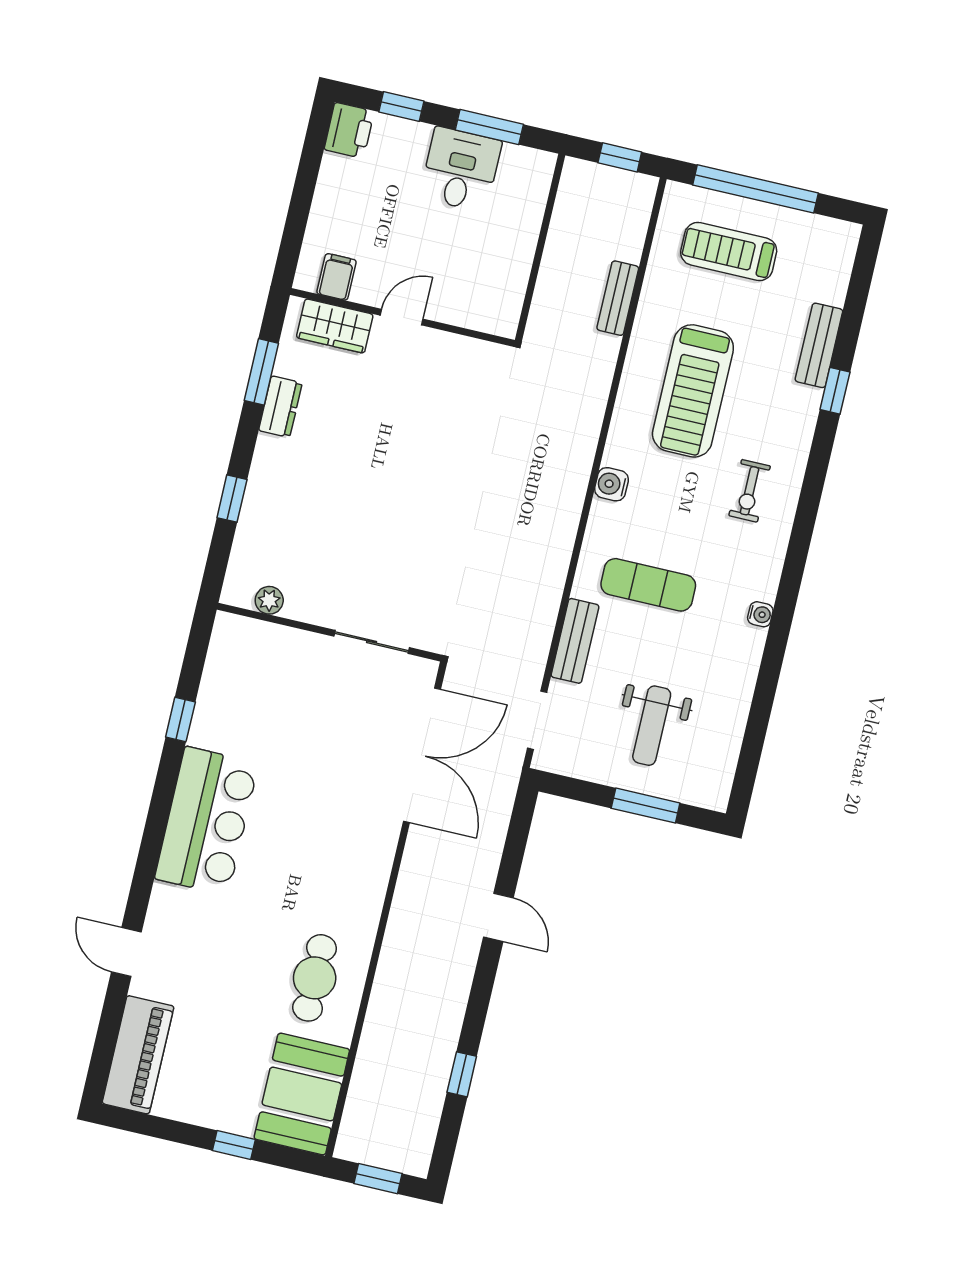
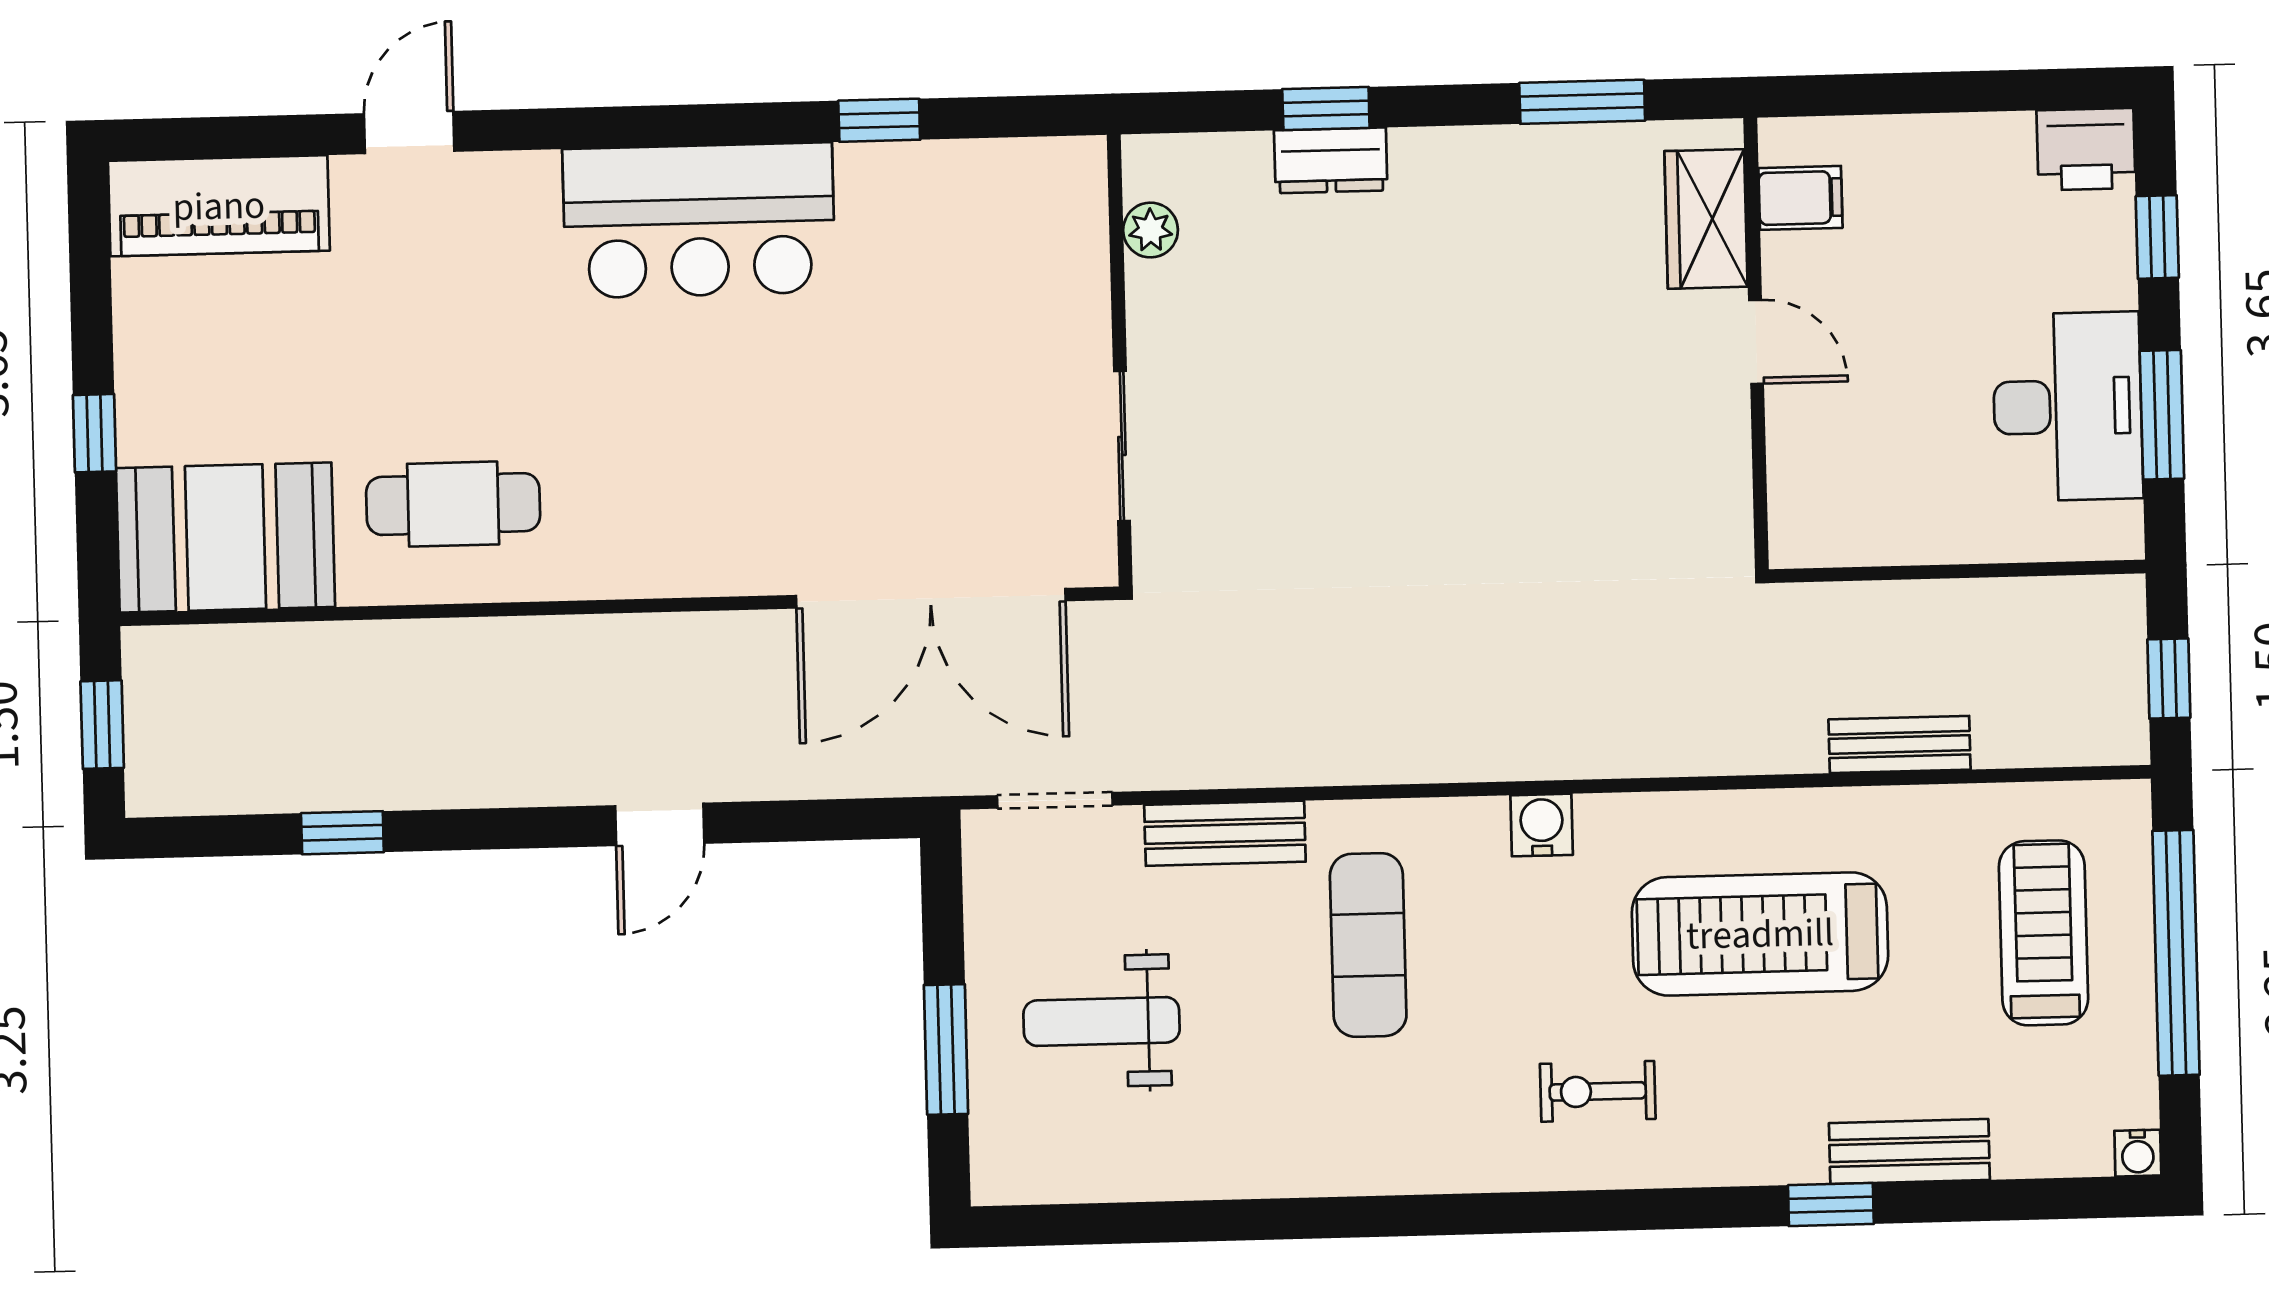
desk: (461, 169) -> (2068, 406), width x1.37
dresser: (280, 407) -> (1331, 160), moved
water cooler: (760, 614) -> (2138, 1153), moved

